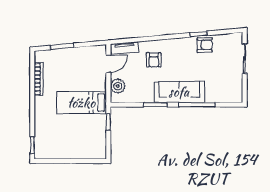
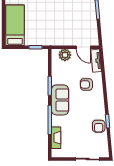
sofa: (179, 92) -> (60, 100), width x0.73
fireplace: (219, 97) -> (56, 138), added
bed: (81, 103) -> (15, 25), moved

